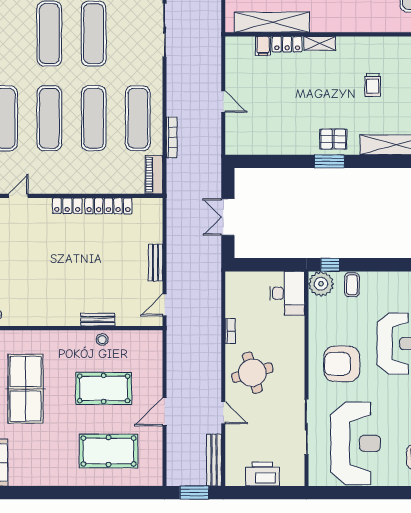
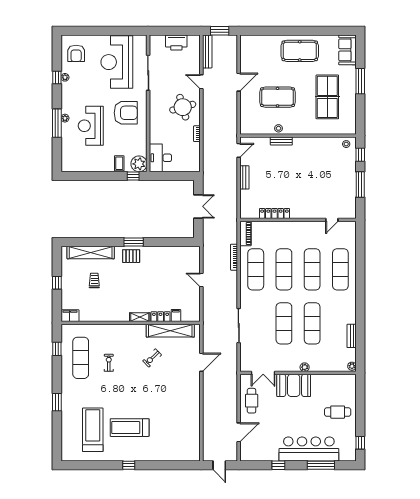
trolley: (373, 85) -> (94, 281), moved
locker: (67, 206) -> (301, 214), removed
pool table: (109, 451) -> (300, 51), moved

